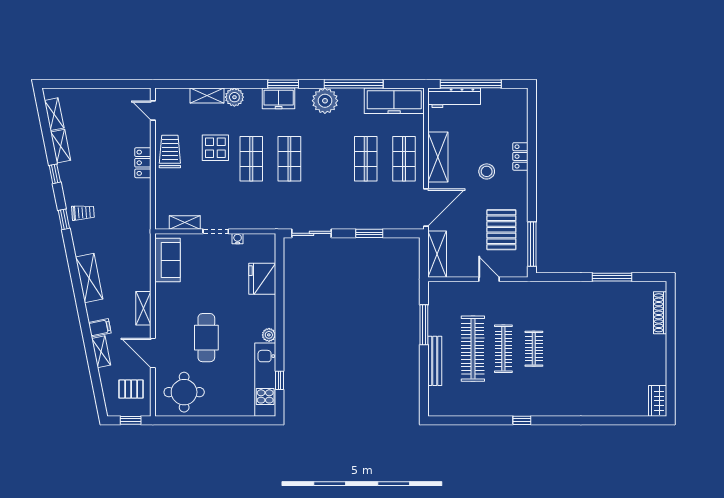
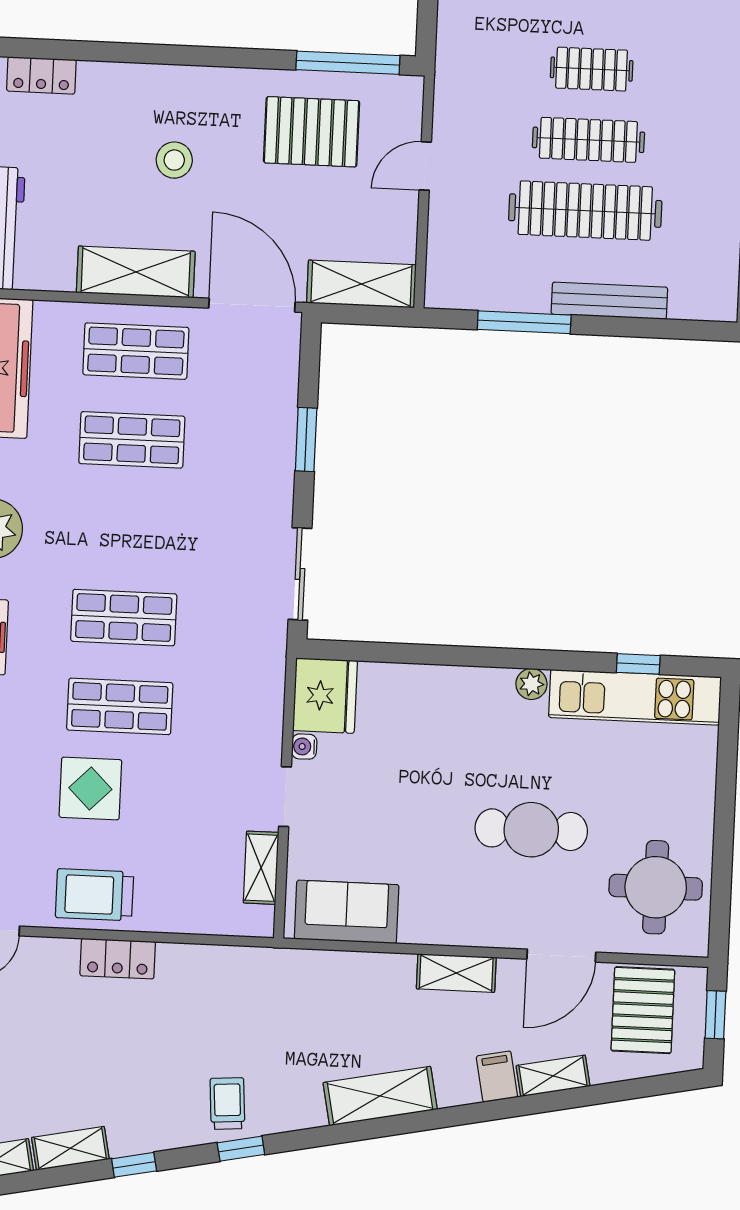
locker: (520, 156) -> (41, 75), moved
fridge: (262, 279) -> (325, 696), moved, turned -90
pallet: (131, 389) -> (643, 1010), width x1.50, depth x1.42

